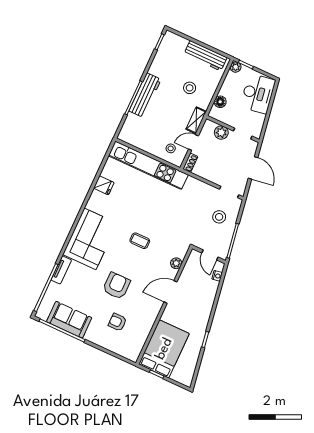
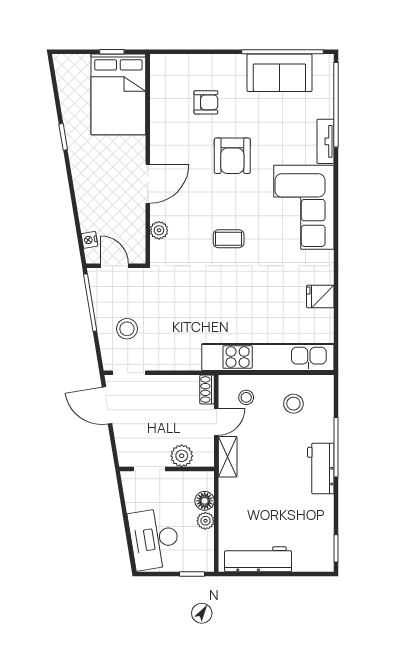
plant: (236, 67) -> (205, 521), moved
stool: (190, 88) -> (293, 404), moved
workbench: (145, 95) -> (321, 469), width x0.73
door: (253, 168) -> (107, 405), moved

